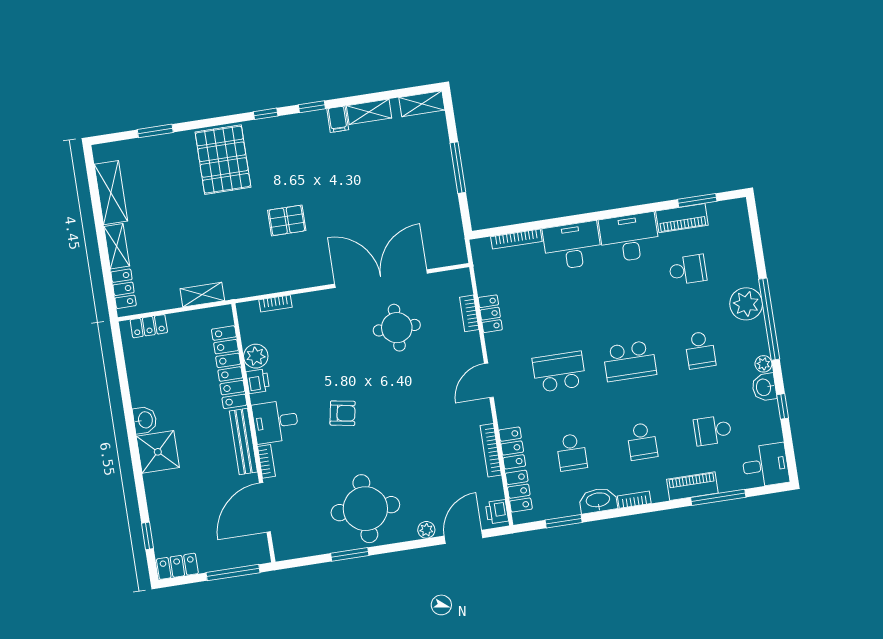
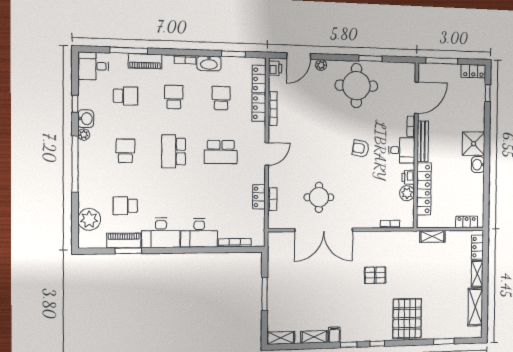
window: (697, 200) -> (128, 251), moved
plant: (746, 304) -> (89, 219), moved
school desk: (630, 361) -> (174, 151), turned -90

